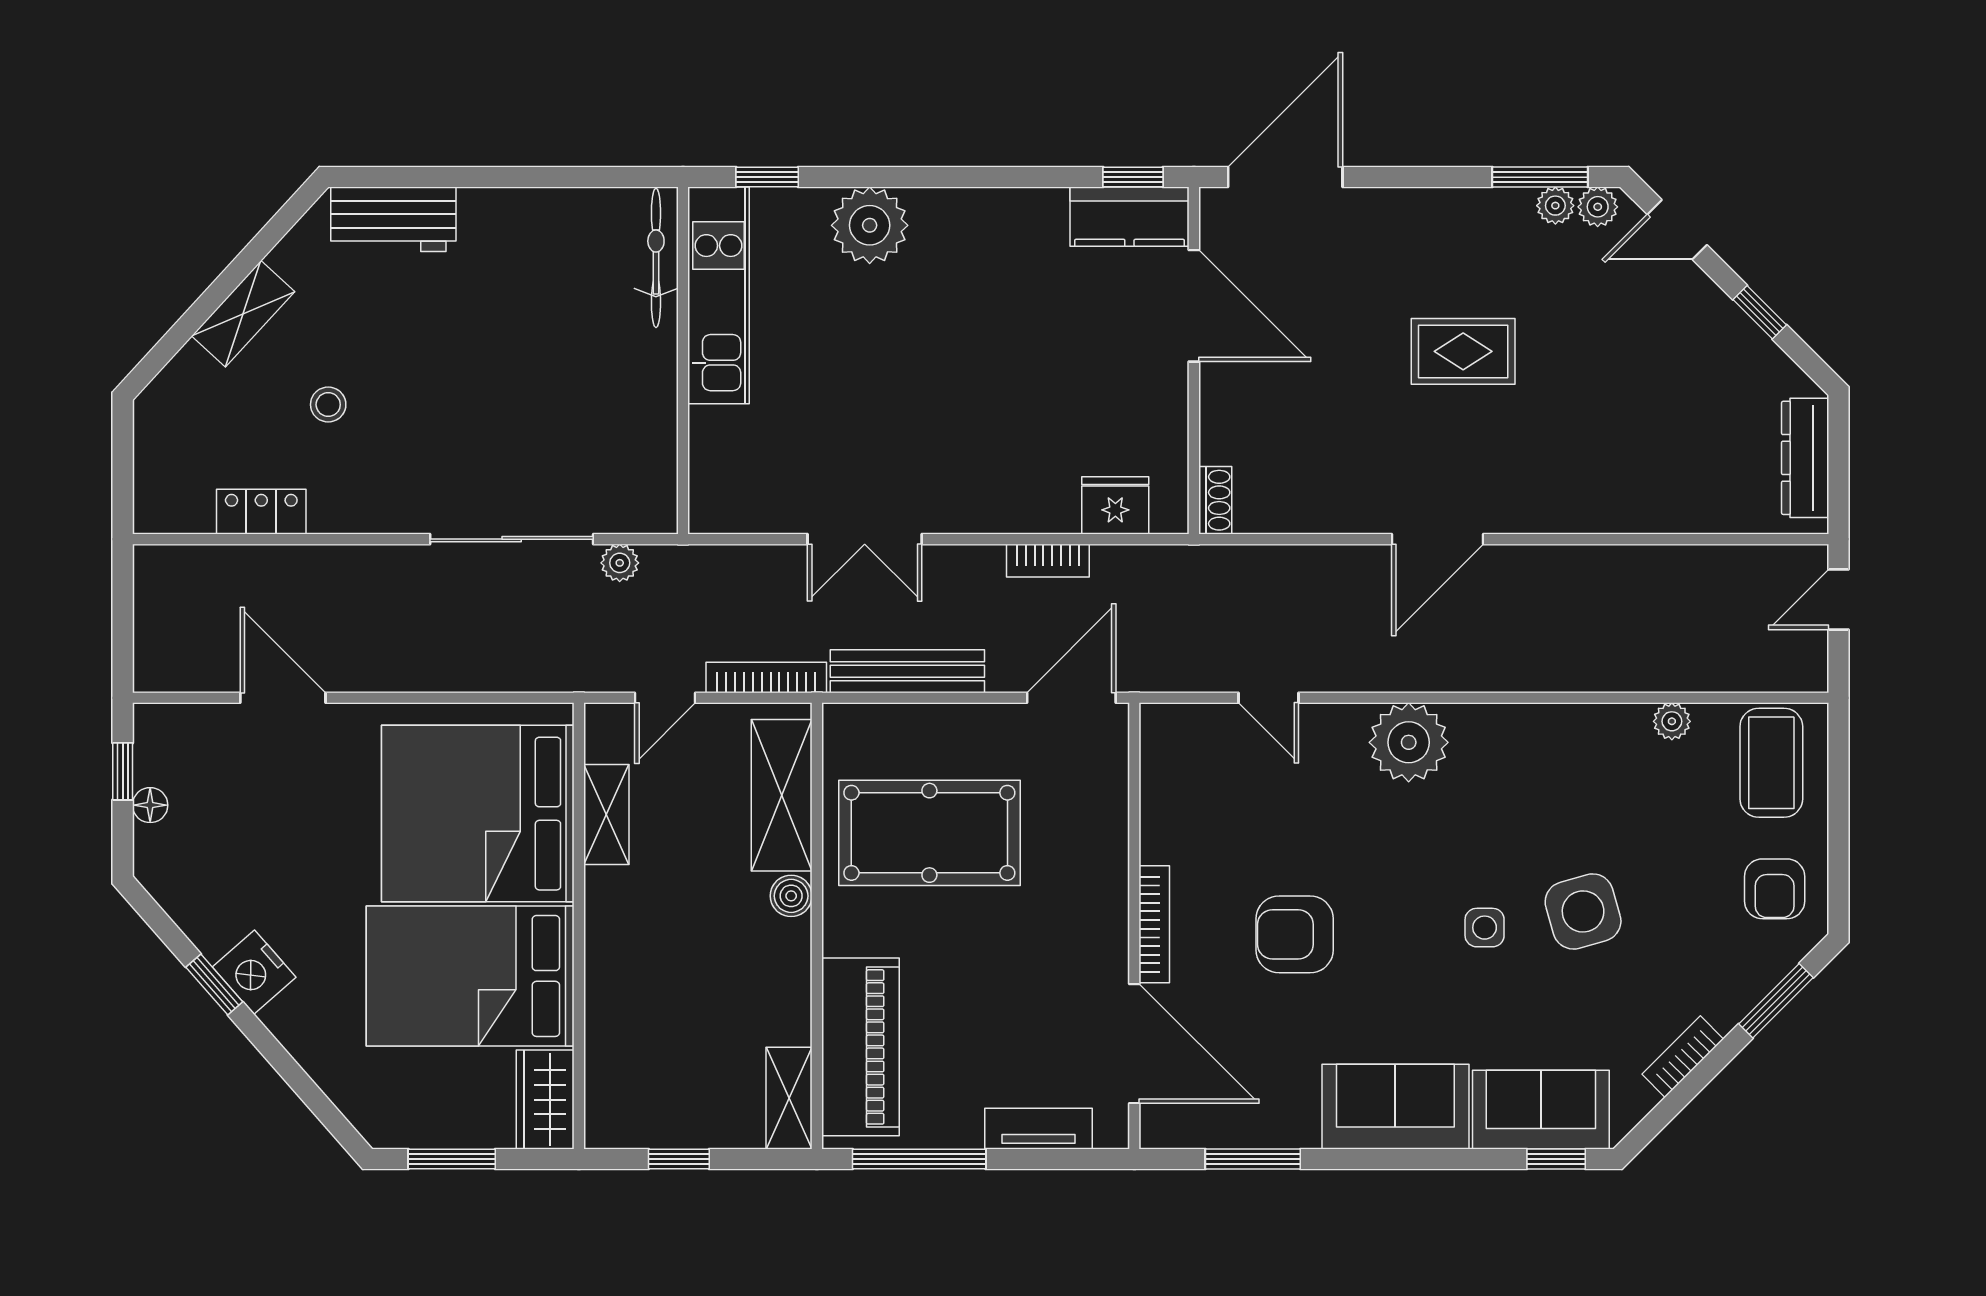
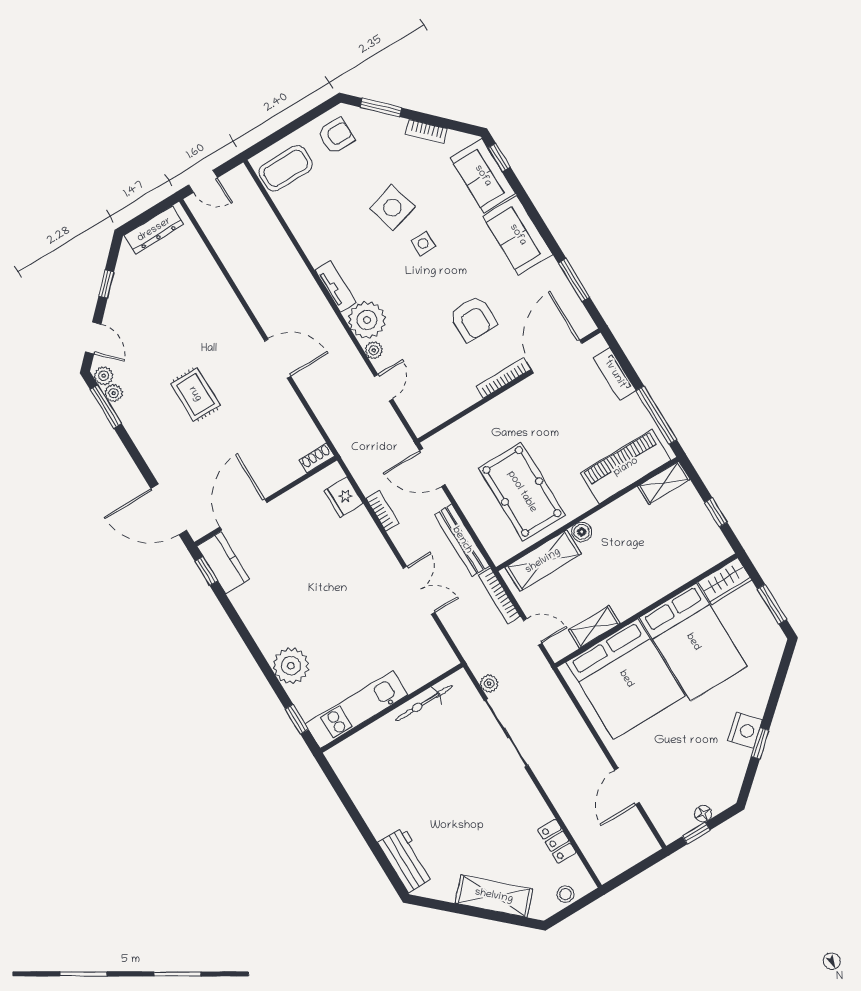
bicycle: (656, 258) -> (424, 703), moved
shelving: (243, 314) -> (494, 896), width x1.50, depth x1.33
stool: (328, 405) -> (565, 894), moved
plant: (1672, 721) -> (374, 350), moved
tv unit: (1504, 723) -> (335, 286), added

